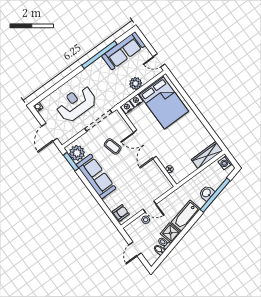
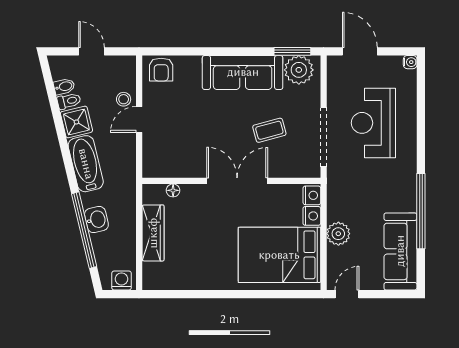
reception desk: (76, 104) -> (373, 123), turned 180
wardrobe: (207, 155) -> (153, 233), moved

